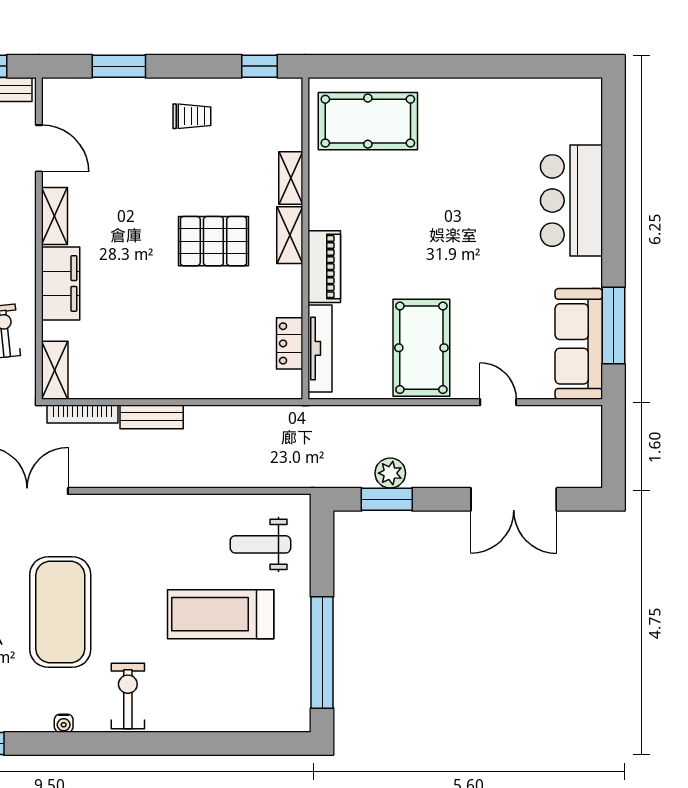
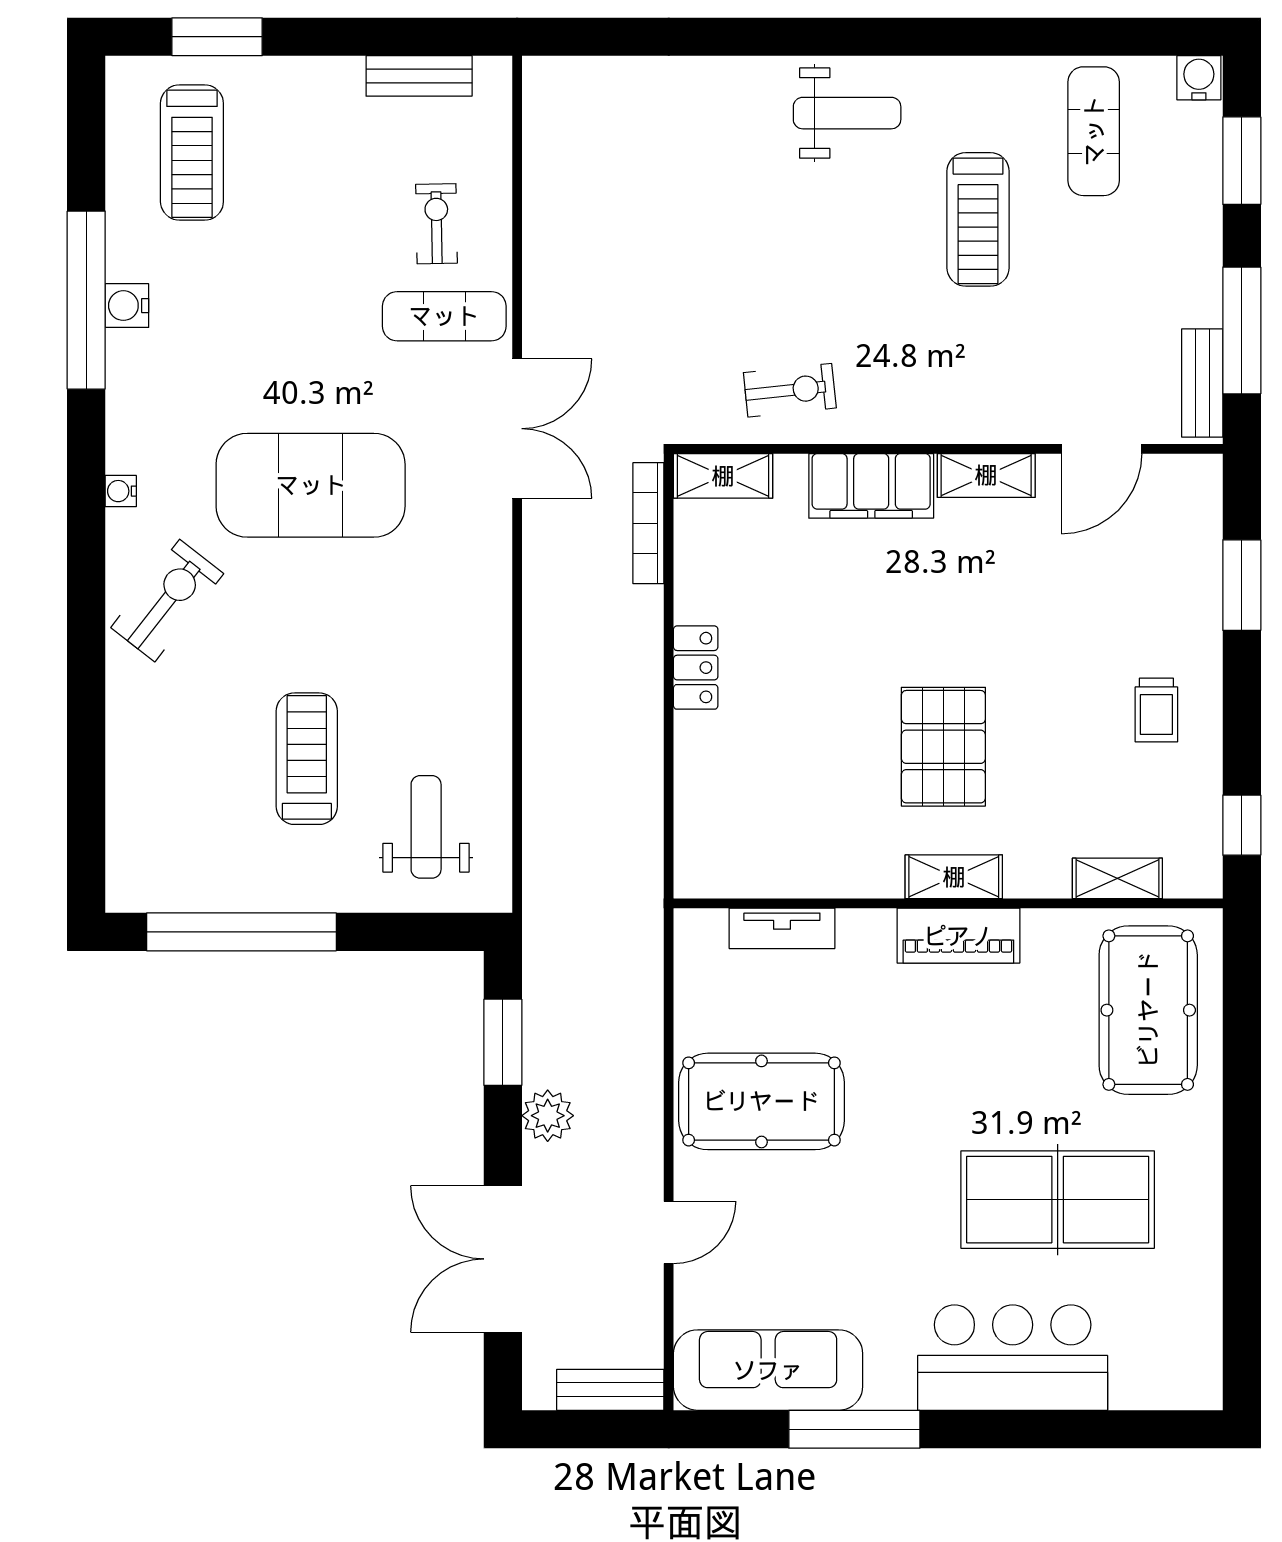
table tennis table: (479, 174) -> (1058, 1200), added
shelving: (291, 178) -> (1117, 878), moved
piano: (324, 267) -> (958, 936), moved
window: (613, 326) -> (854, 1429), moved
locker: (290, 343) -> (696, 668), moved, turned 90
tv unit: (320, 348) -> (782, 928), width x0.71
bench: (152, 417) -> (610, 1390), moved, turned 90
plant: (390, 473) -> (548, 1116), moved
treadmill: (221, 614) -> (307, 759), width x0.73, depth x0.73
exercise bike: (128, 696) -> (167, 601), turned -52

